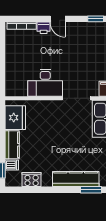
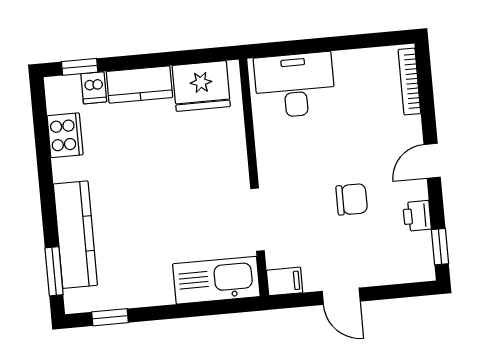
printer: (44, 28) -> (417, 216), moved
chair: (71, 56) -> (352, 199), added
desk: (45, 83) -> (295, 85), moved, turned 90

